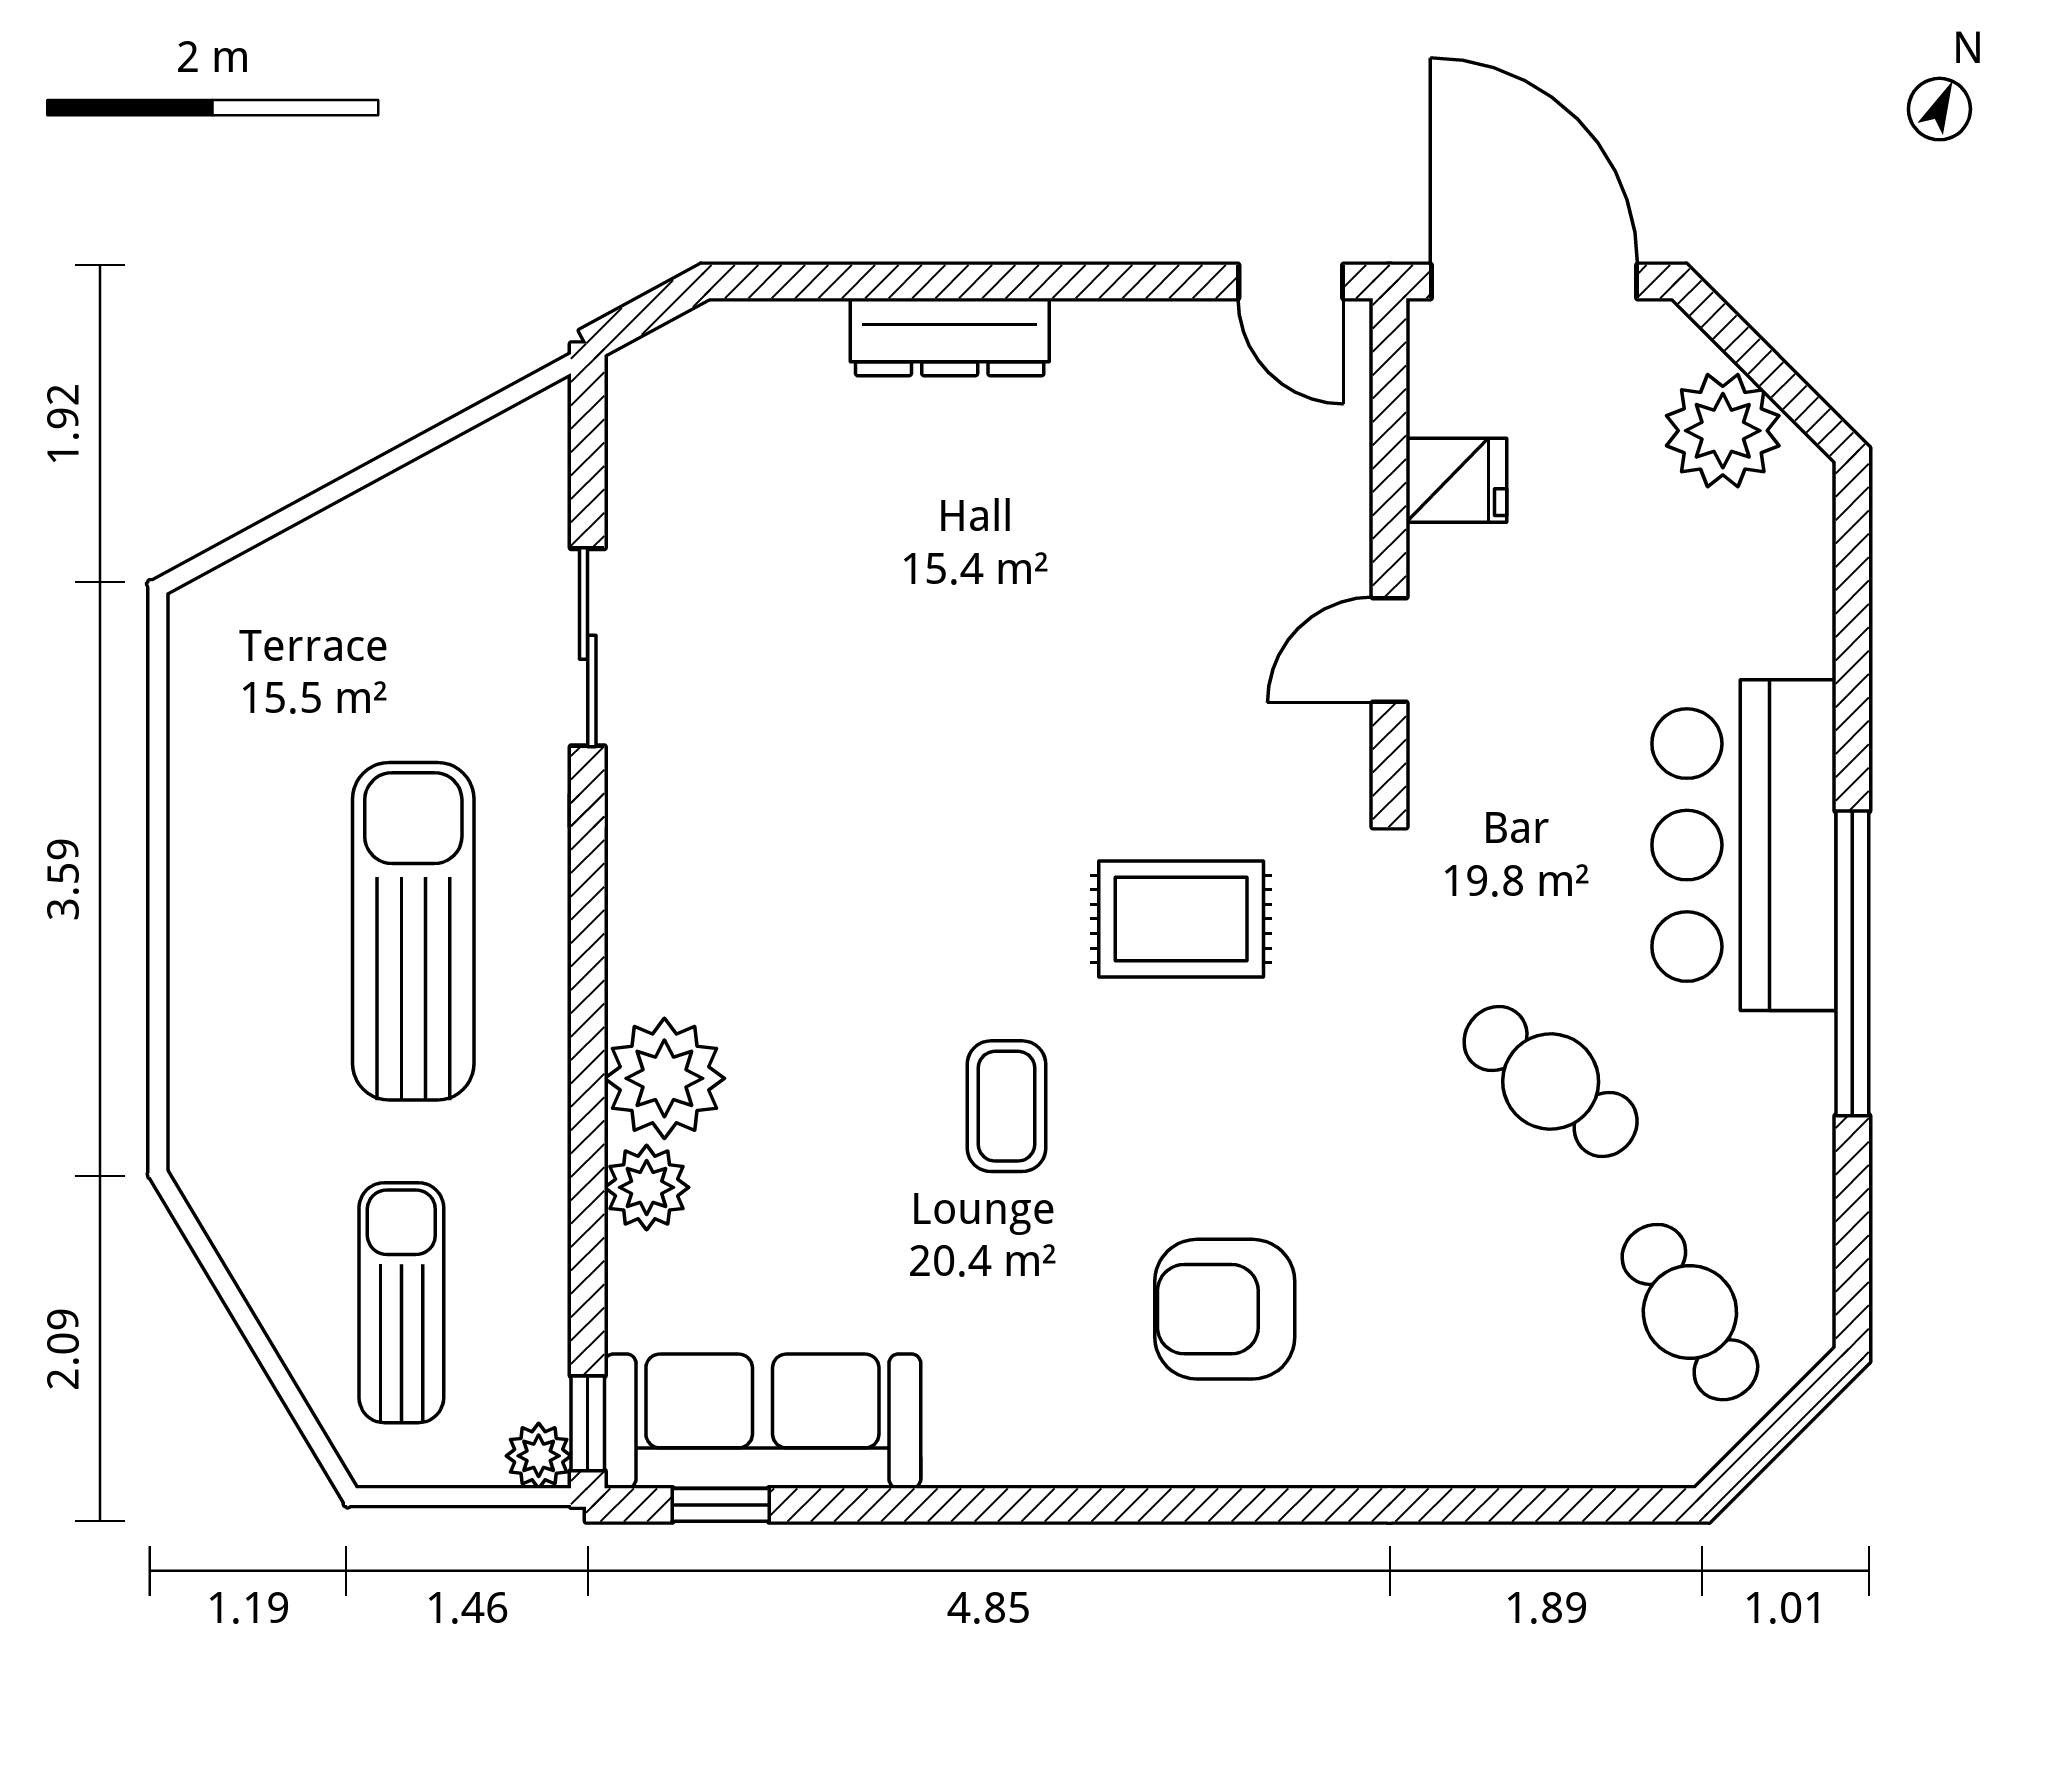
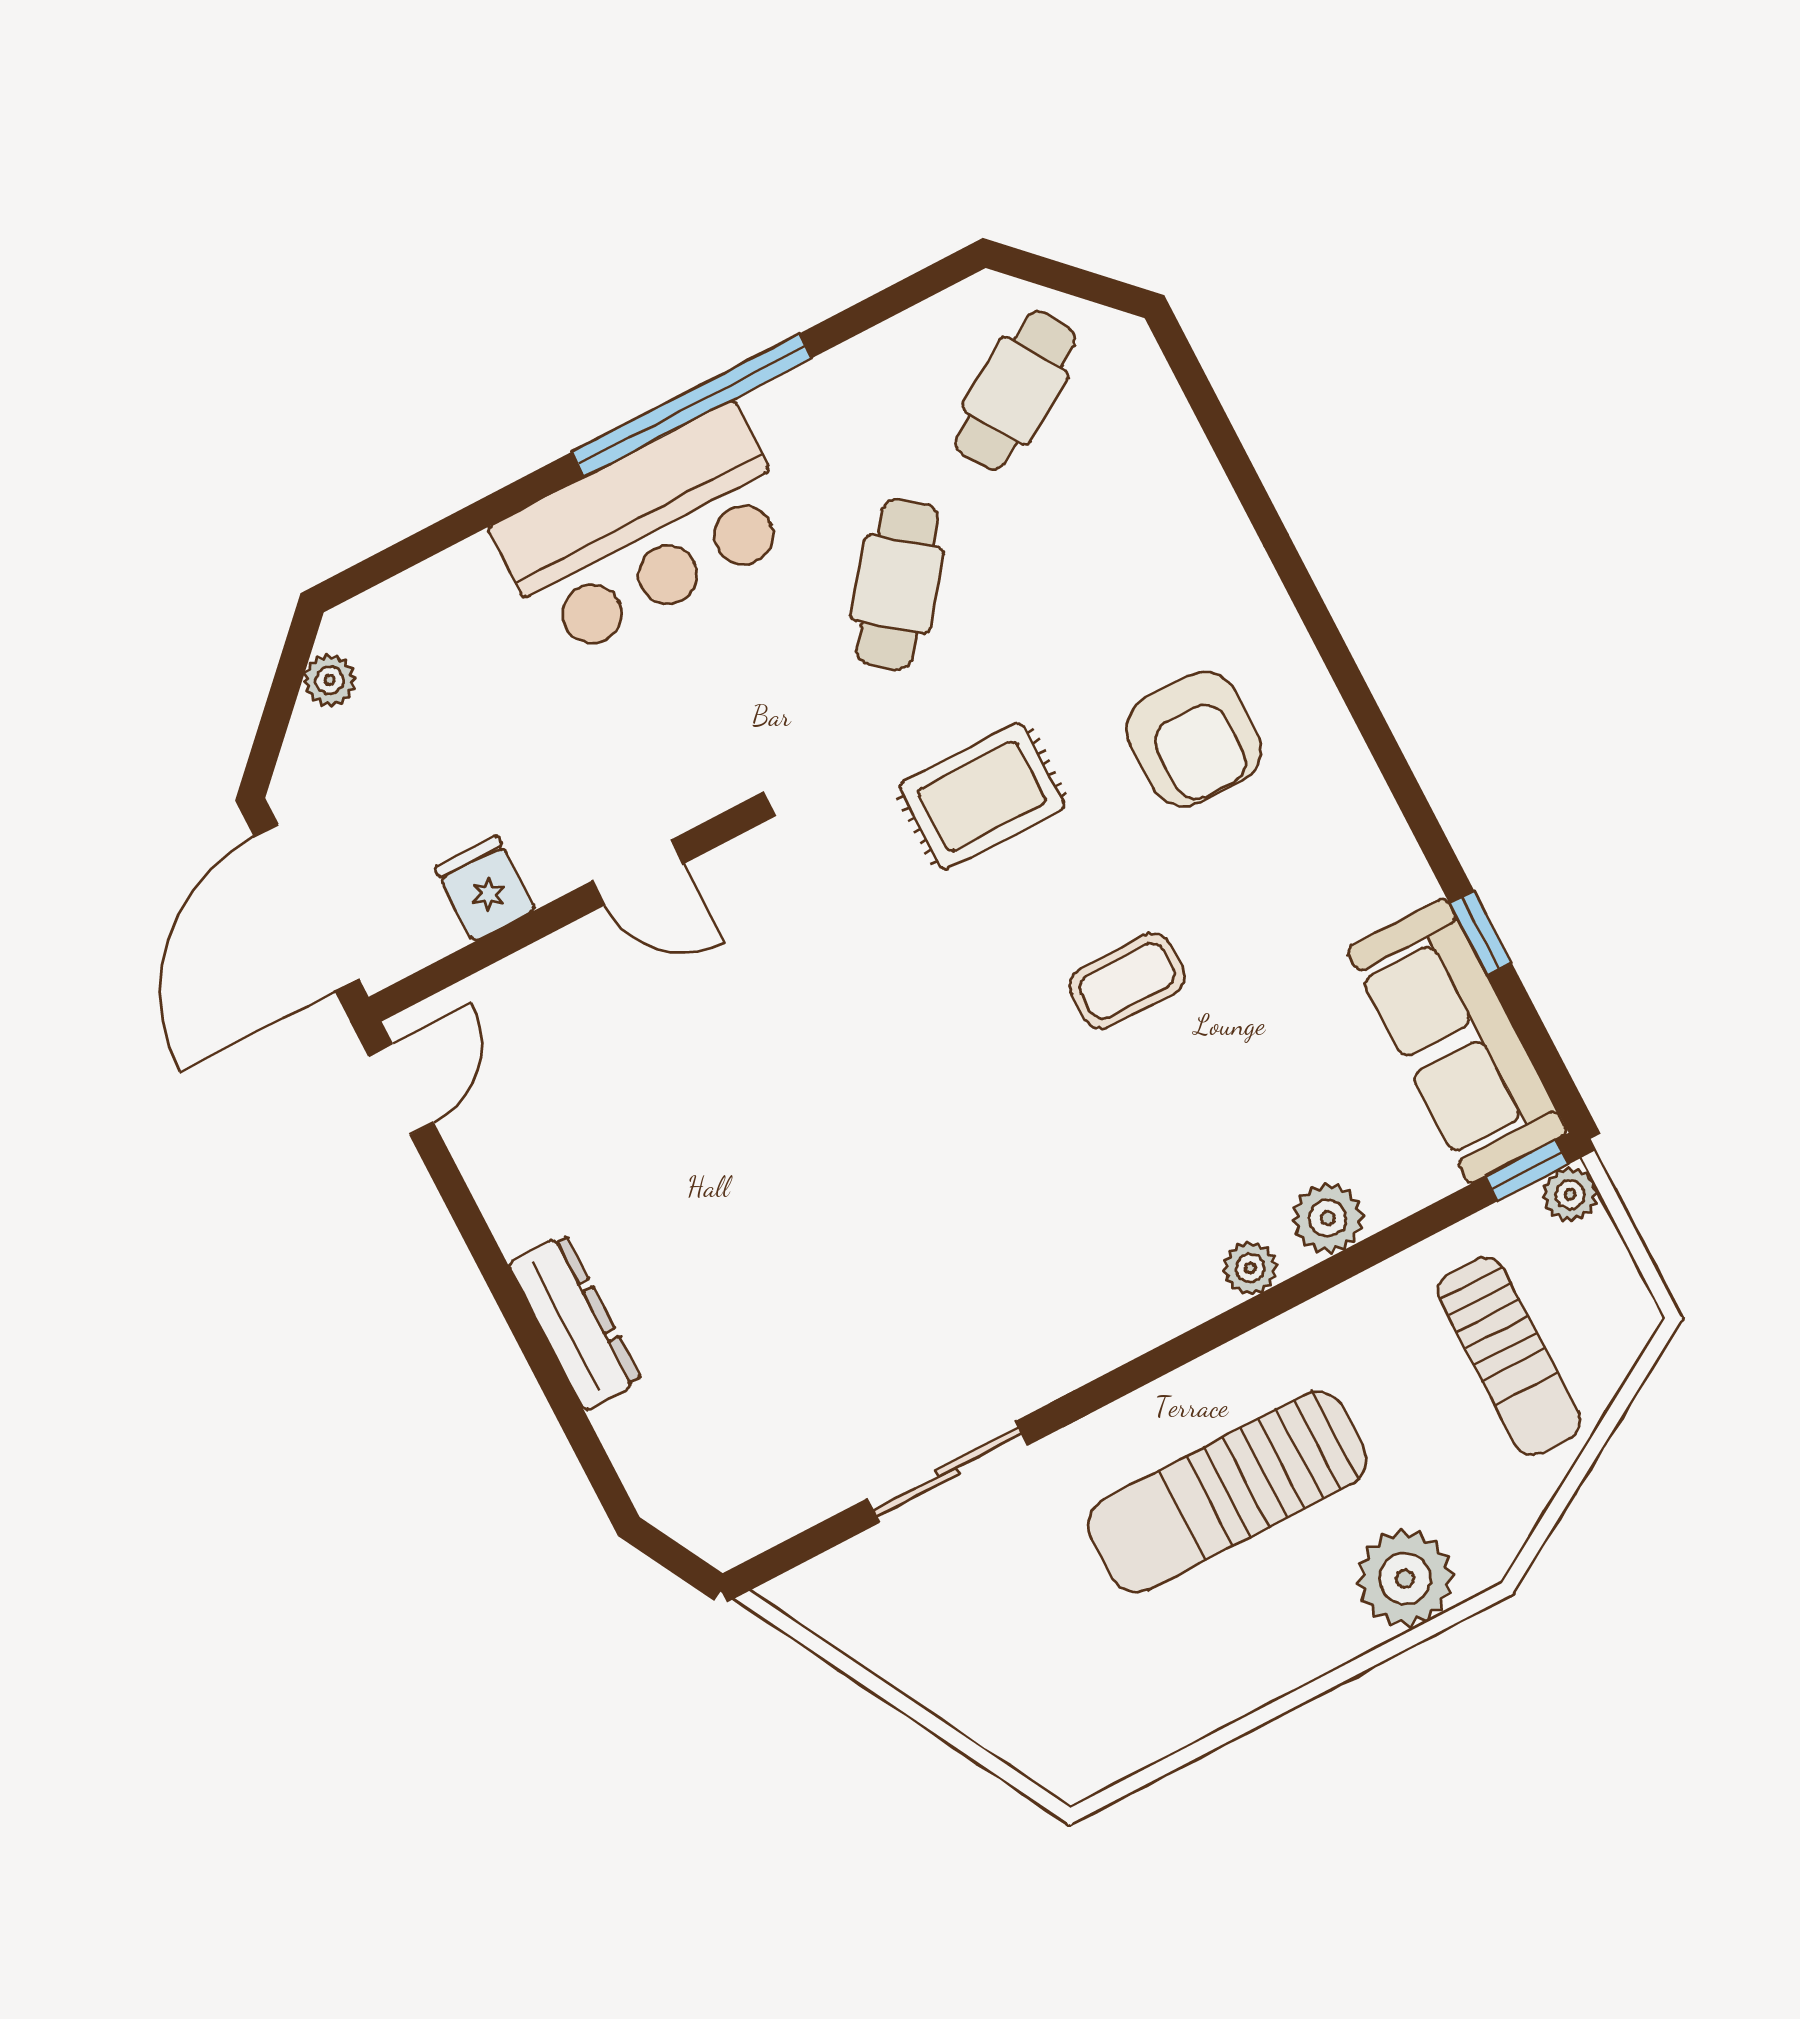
plant: (1723, 431) -> (330, 680), width x0.53, depth x0.53
rug: (1181, 919) -> (982, 796), moved, turned 90
plant: (224, 1071) -> (1405, 1579), added
plant: (664, 1078) -> (1250, 1268), width x0.53, depth x0.53
sun lounger: (401, 1303) -> (1509, 1356), turned -90
window: (721, 1505) -> (1481, 933), moved

